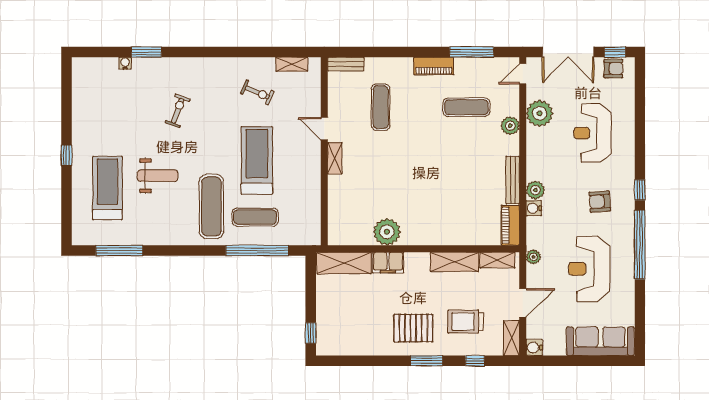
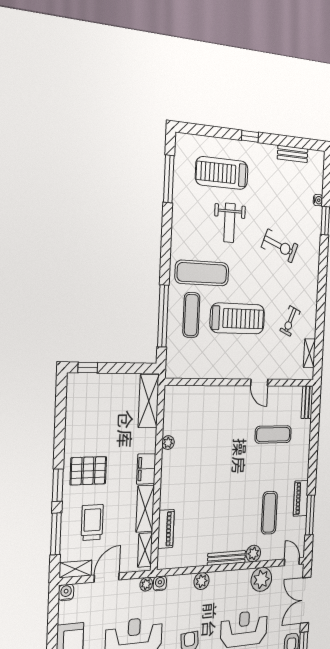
piano: (434, 66) -> (301, 498), moved
bench: (79, 100) -> (293, 154), added
exercise bike: (178, 111) -> (280, 246), width x1.38, depth x1.39
door: (324, 129) -> (259, 382), swing flipped
shelving: (335, 158) -> (236, 392), removed
bench: (513, 180) -> (226, 558), moved
treadmill: (107, 188) -> (222, 173), turned 180
water cooler: (534, 208) -> (160, 583), moved
piano: (510, 225) -> (166, 529), moved, turned 90
plant: (387, 232) -> (168, 443), width x0.53, depth x0.53
filing cabinet: (388, 263) -> (146, 469), moved
door: (523, 303) -> (107, 577), swing flipped
pallet: (413, 328) -> (88, 471), turned 90
window: (475, 361) -> (56, 534), width x2.17

